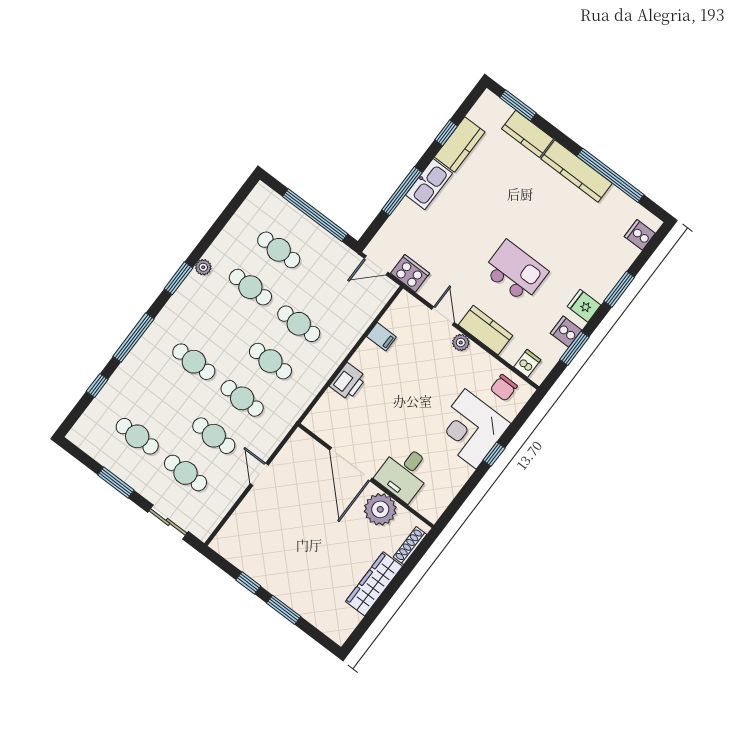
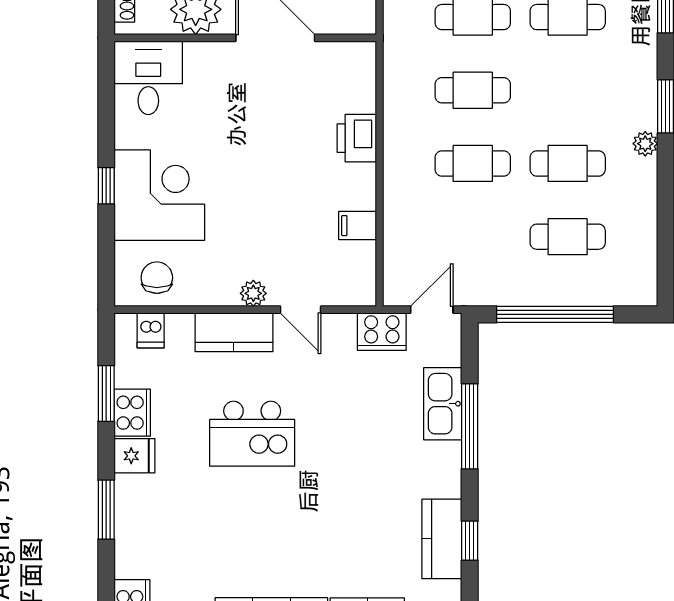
kitchen sink: (429, 184) -> (443, 404), moved
cooker: (566, 332) -> (132, 413), width x1.36
desk: (404, 473) -> (148, 78), moved

